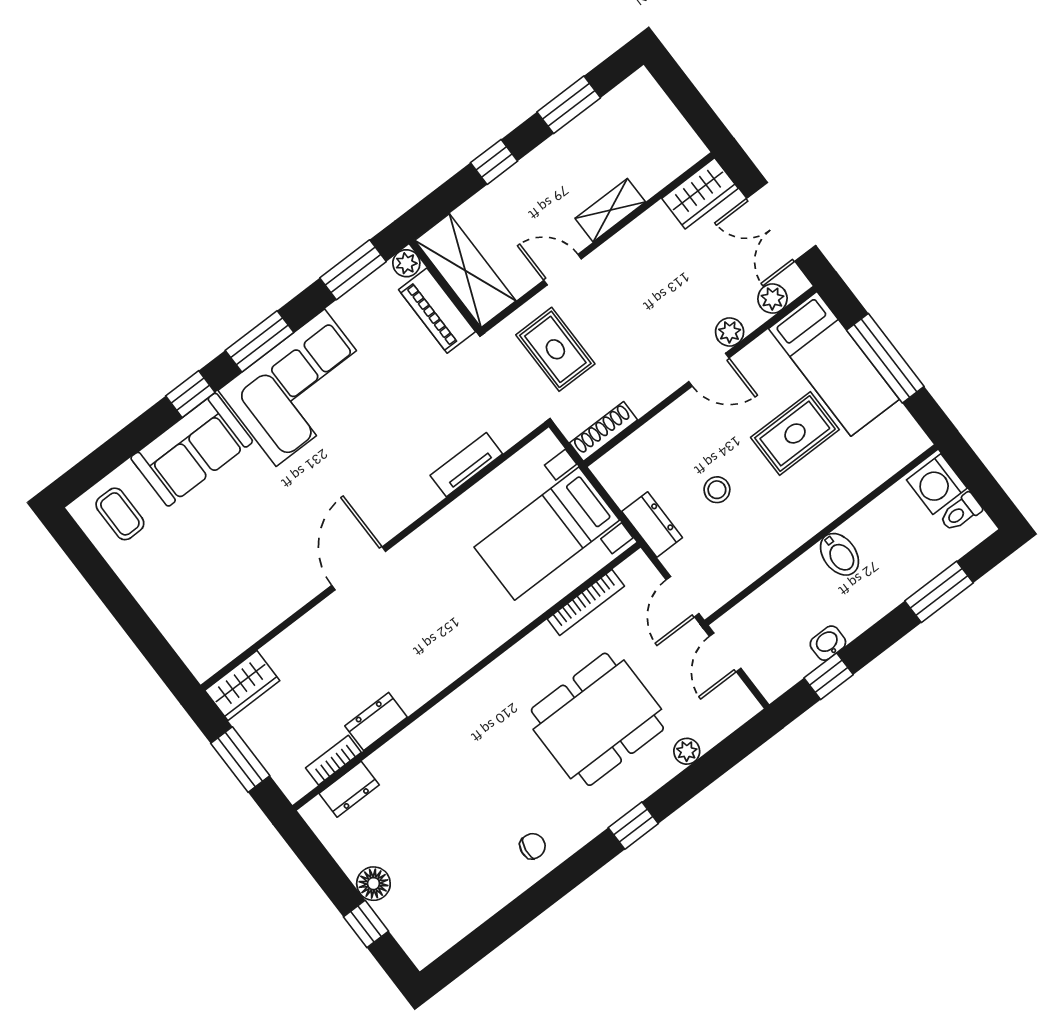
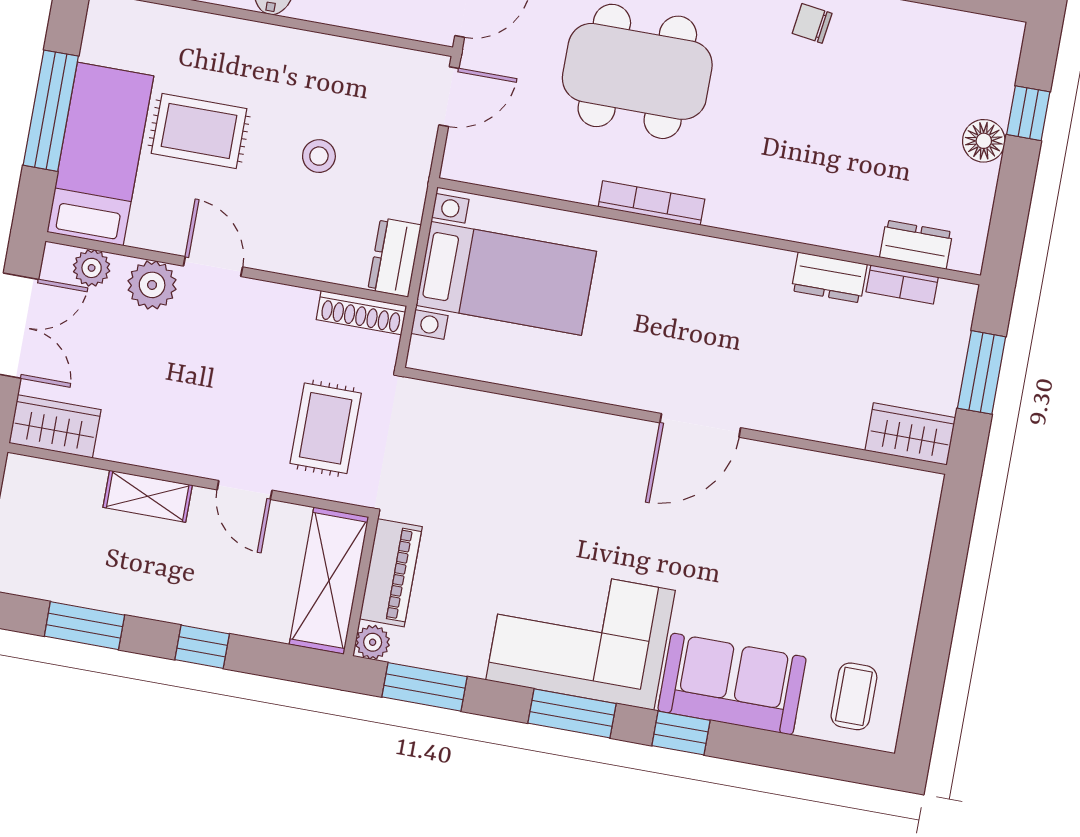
plant: (730, 332) -> (152, 285), width x1.38, depth x1.38
tv unit: (466, 465) -> (510, 413), removed
dresser: (652, 525) -> (395, 257), moved
bookcase: (586, 603) -> (651, 203), moved

